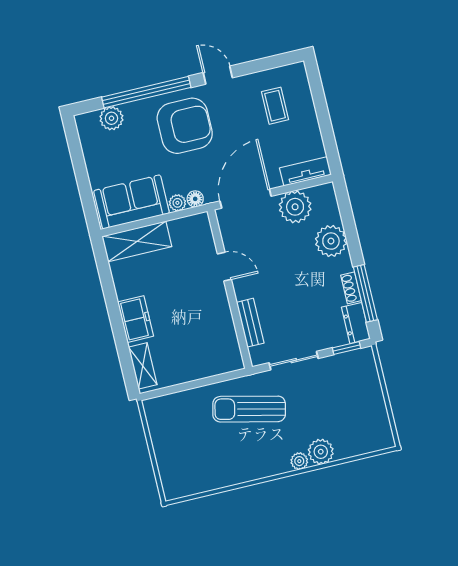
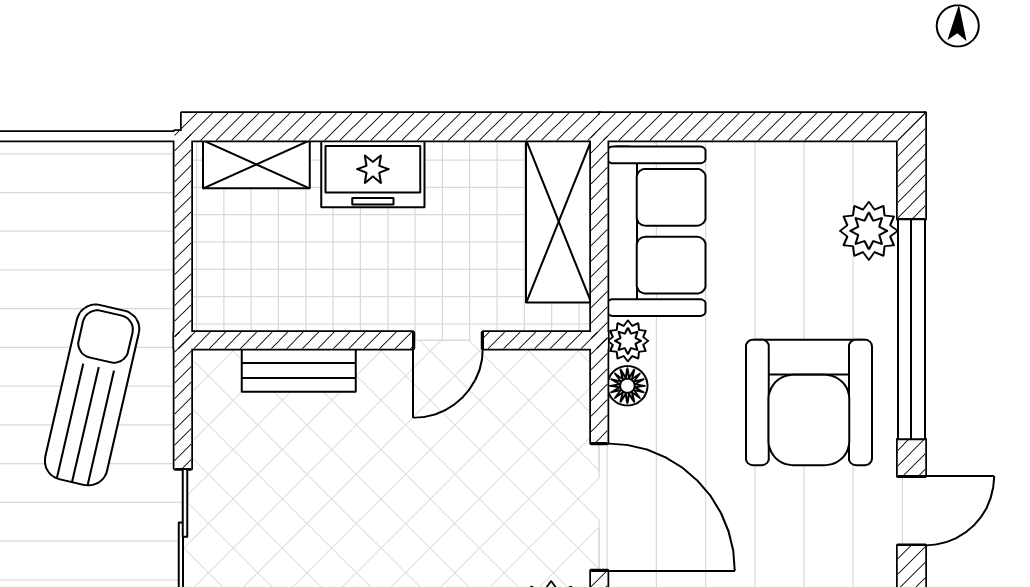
door: (224, 267) -> (448, 340), moved
wall: (230, 289) -> (391, 340), moved
bench: (250, 323) -> (299, 370), moved

